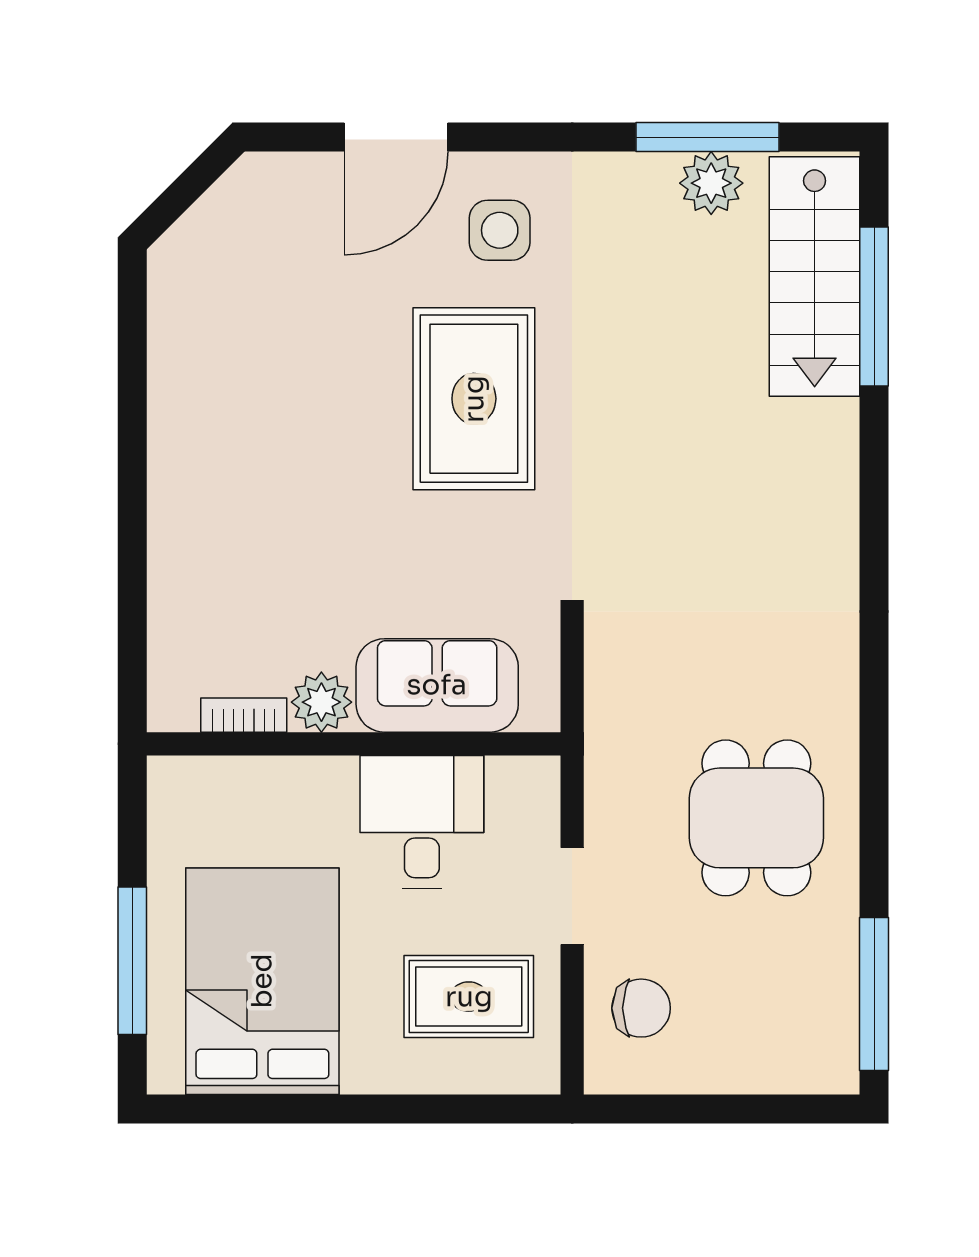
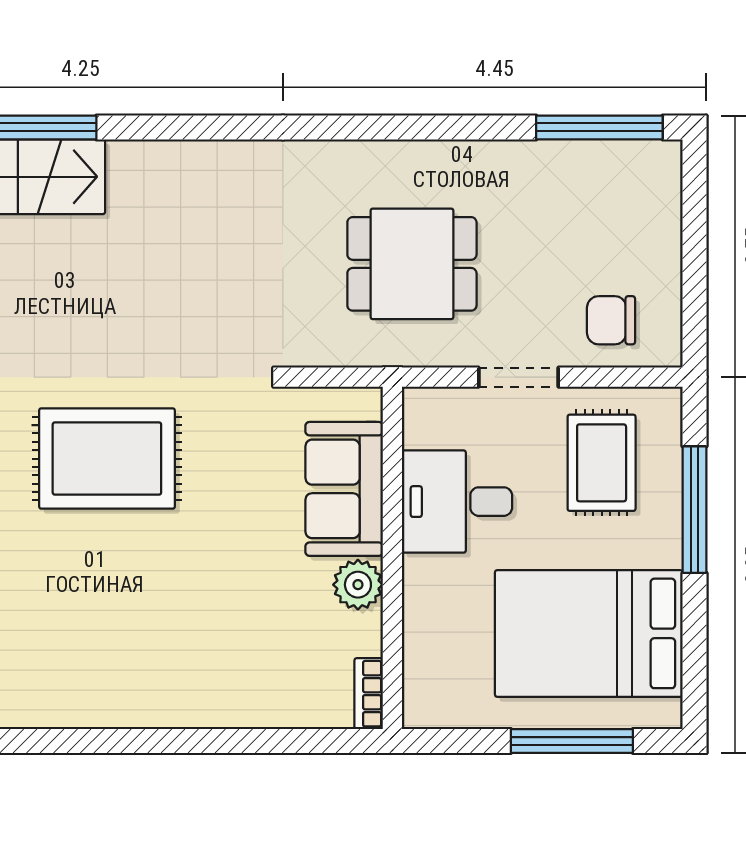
bookcase: (244, 715) -> (369, 694), moved
dining table: (756, 818) -> (412, 264), moved
chair: (641, 1008) -> (611, 320), turned -90
window: (412, 1109) -> (694, 510), added

